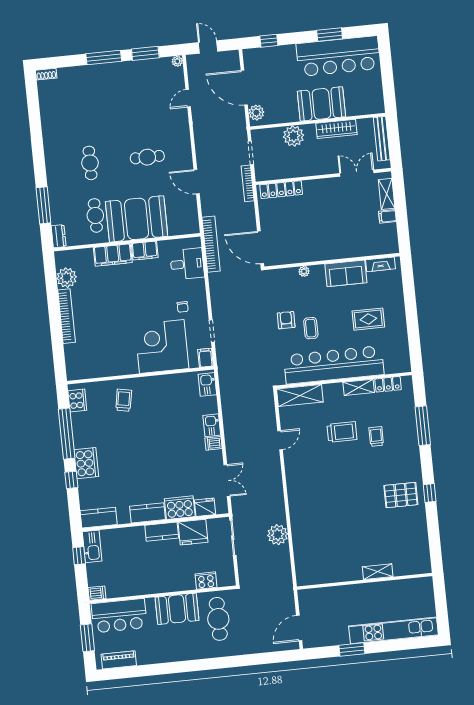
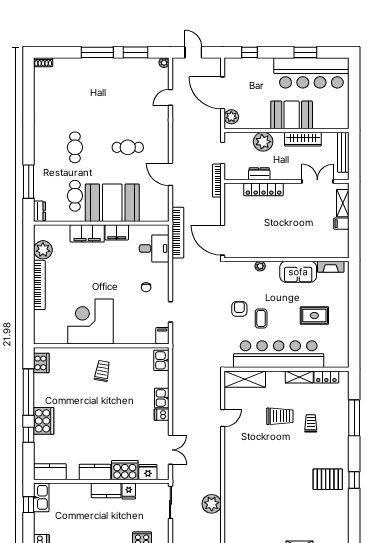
dresser: (293, 171) -> (259, 174), added
locker: (281, 190) -> (264, 189), moved
corner desk: (162, 347) -> (91, 322), moved
trolley: (124, 400) -> (102, 371), moved
fridge: (193, 532) -> (129, 491), width x0.53, depth x0.75

